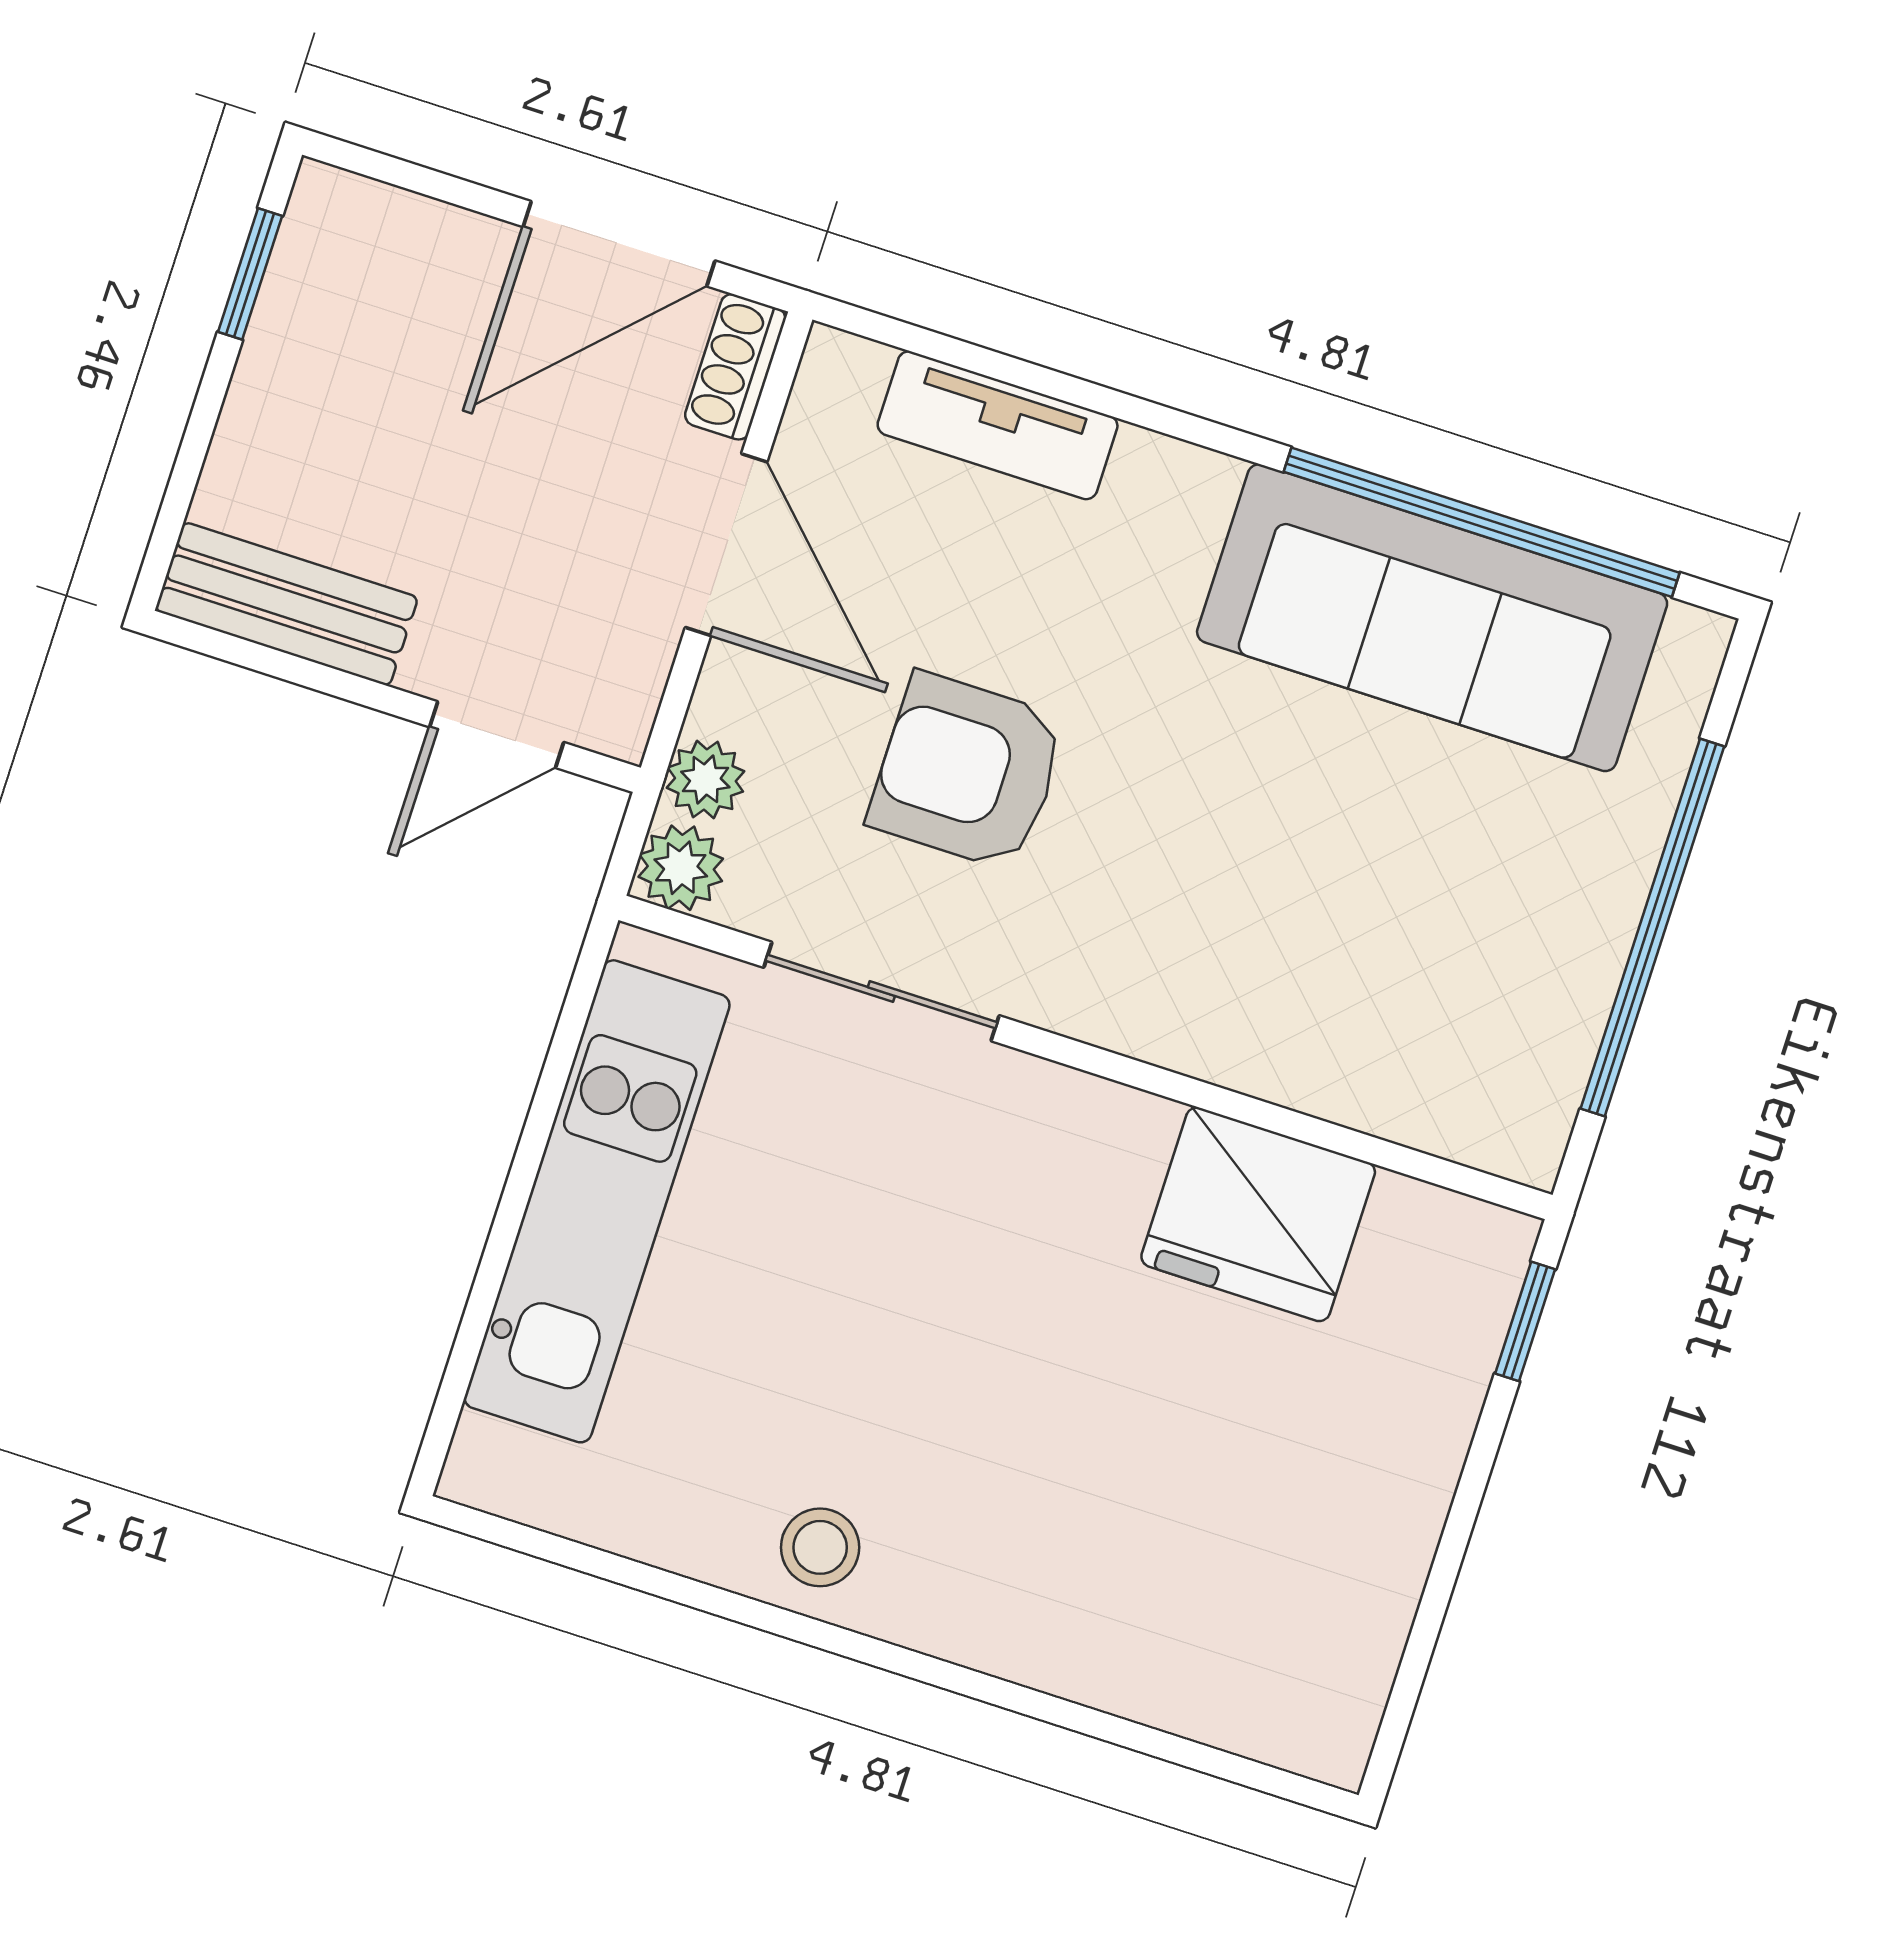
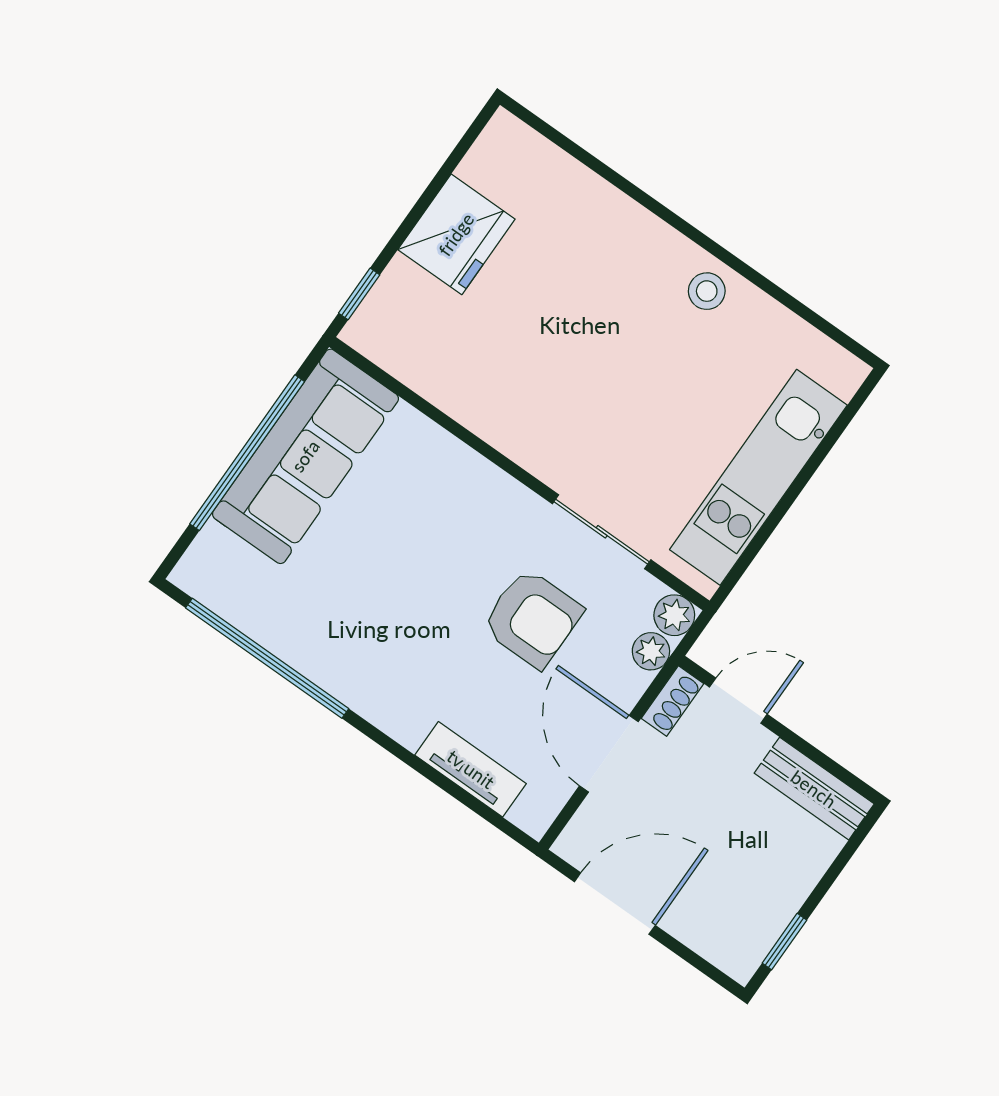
shoe rack: (735, 367) -> (672, 701), moved
sofa: (1432, 618) -> (305, 456), moved, turned 90
fridge: (1258, 1214) -> (456, 234), moved, turned 90

